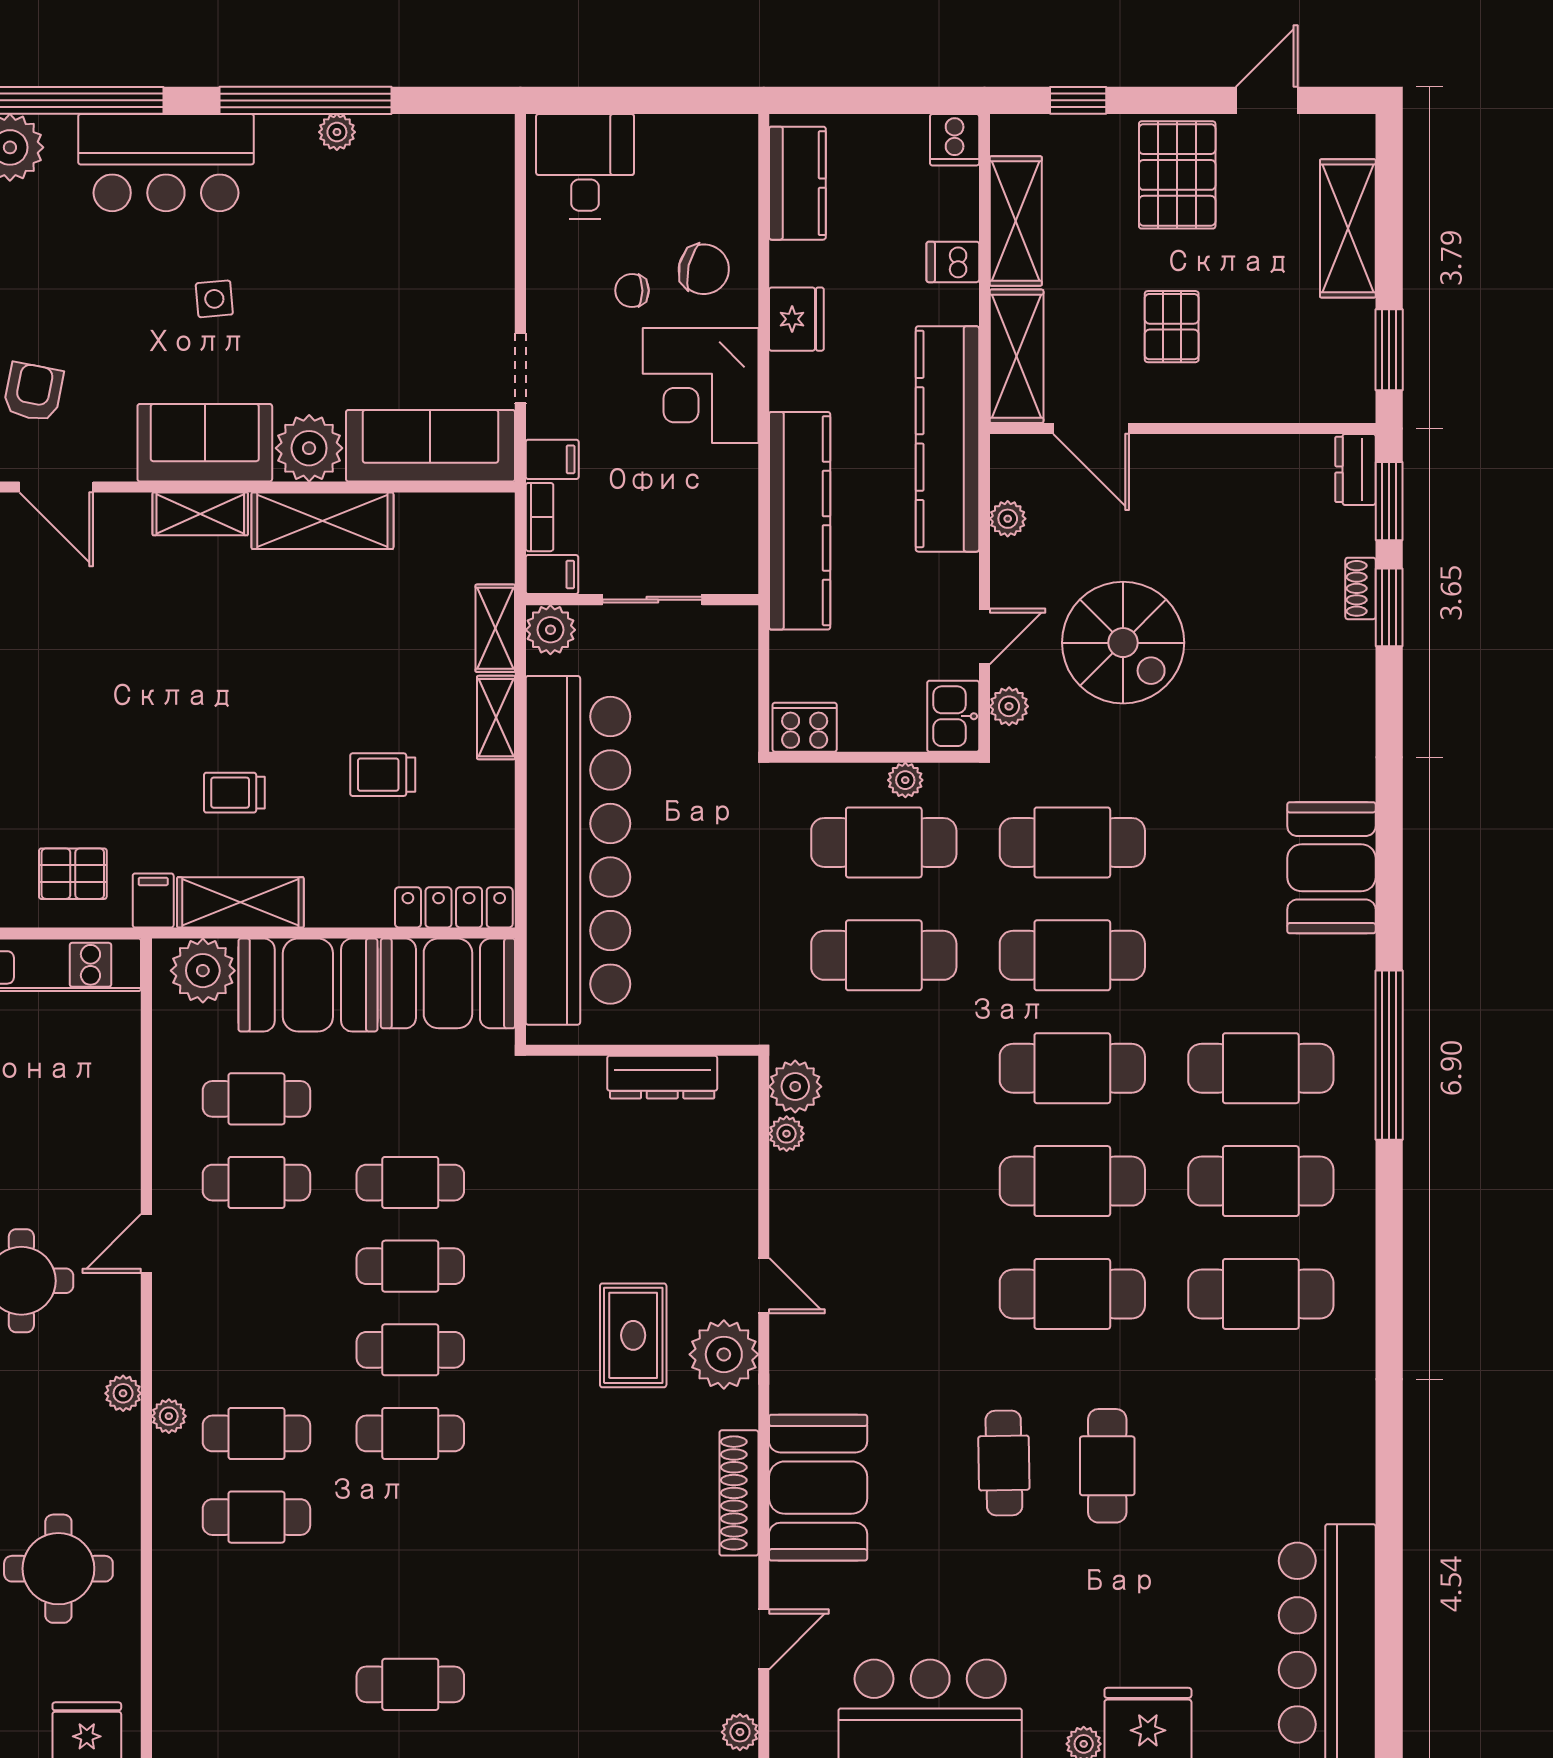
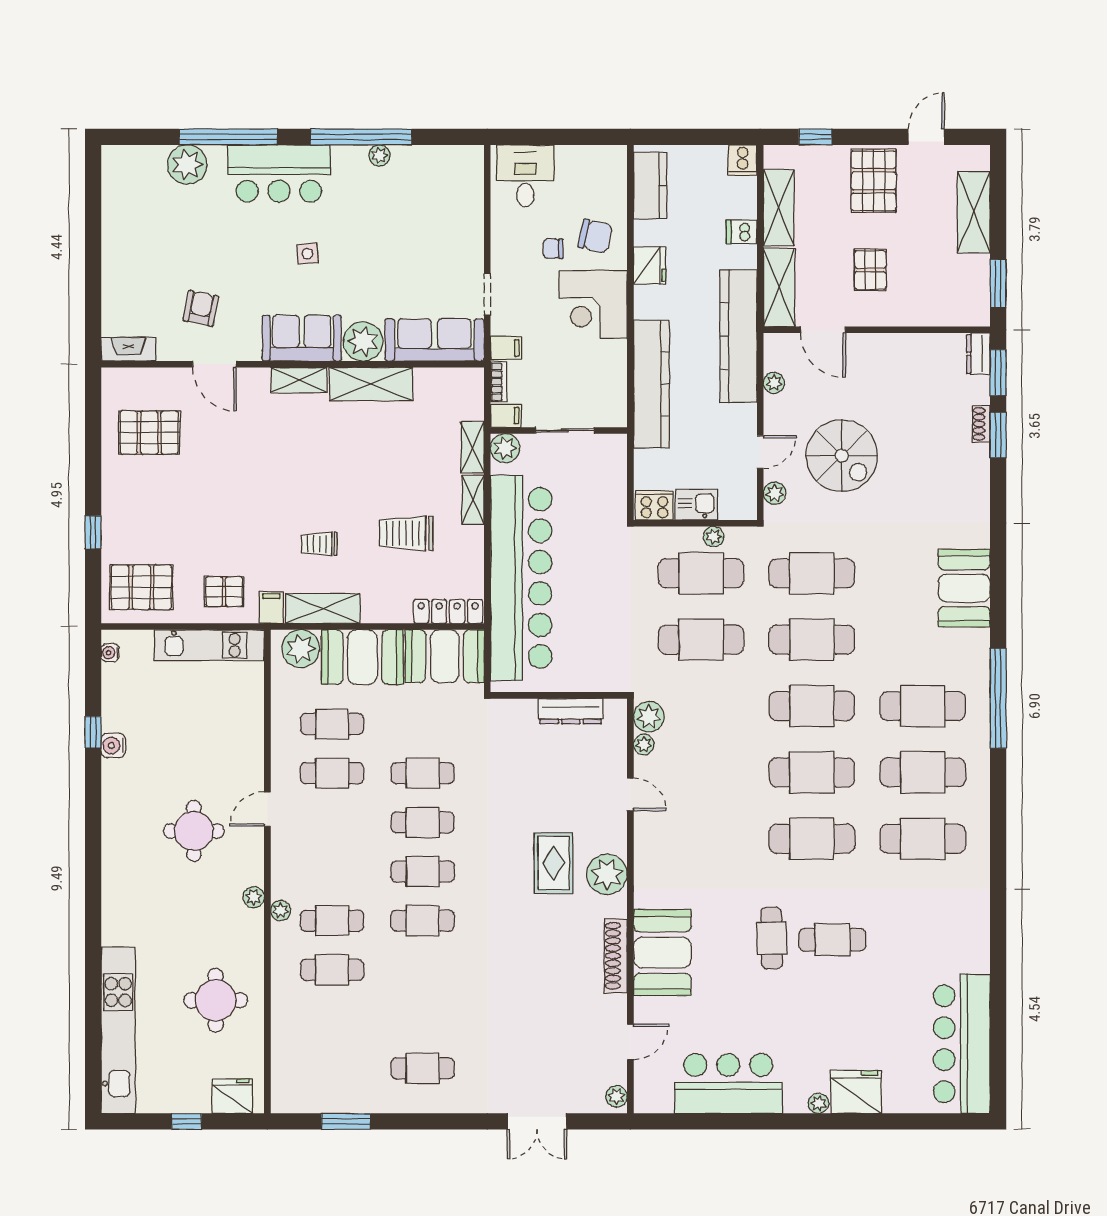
kitchen sink: (953, 716) -> (696, 505), moved, turned 90
trolley: (383, 775) -> (406, 533), width x1.36, depth x1.39
door: (764, 1286) -> (630, 794), moved
cafe table: (1107, 1466) -> (832, 940), turned 90

